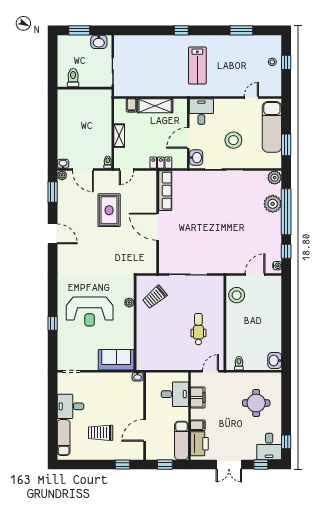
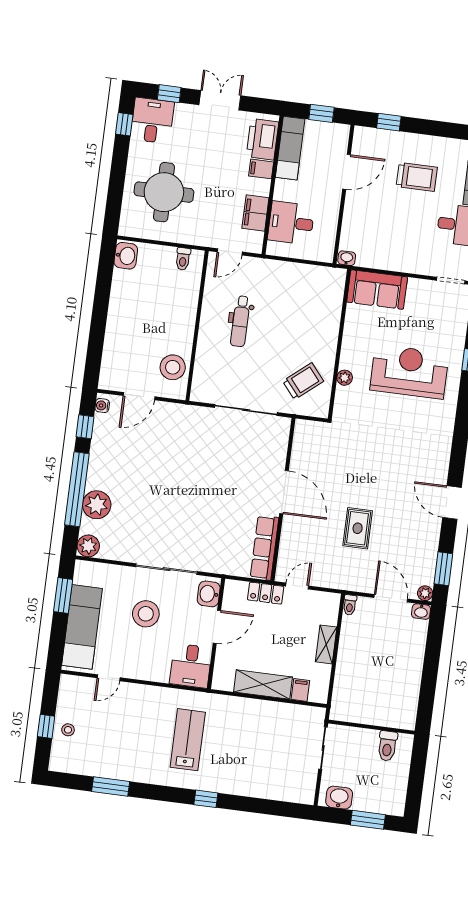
door: (126, 170) -> (297, 586), moved
rug: (109, 210) -> (358, 528), width x0.73, depth x0.70
round table: (256, 403) -> (164, 192), width x1.36, depth x1.36

